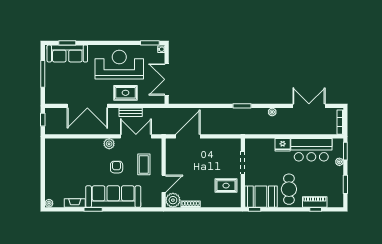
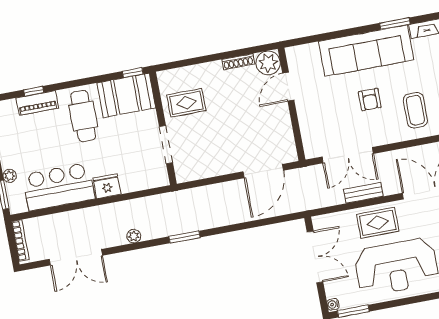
plant: (109, 144) -> (389, 135), removed
coffee table: (144, 164) -> (415, 110), moved

